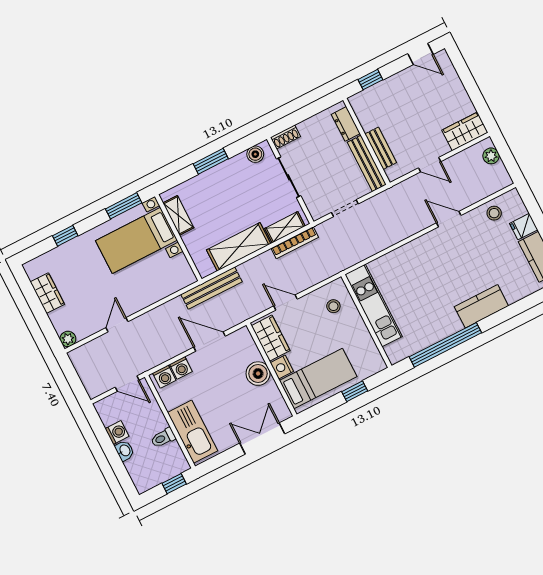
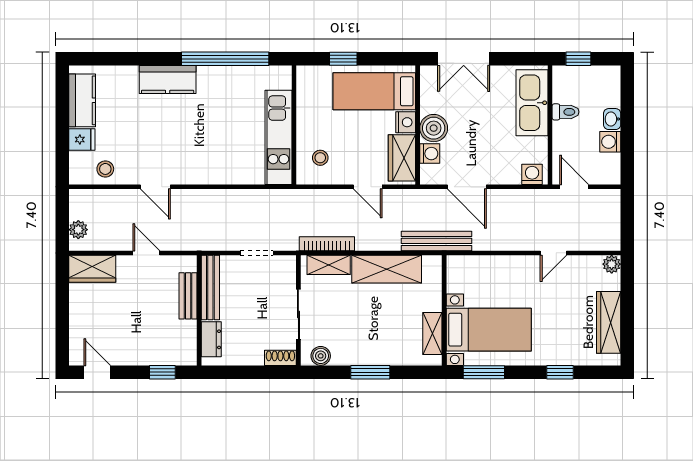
wardrobe: (47, 293) -> (609, 322), width x1.50
washing machine: (181, 368) -> (430, 154), moved, turned 90

